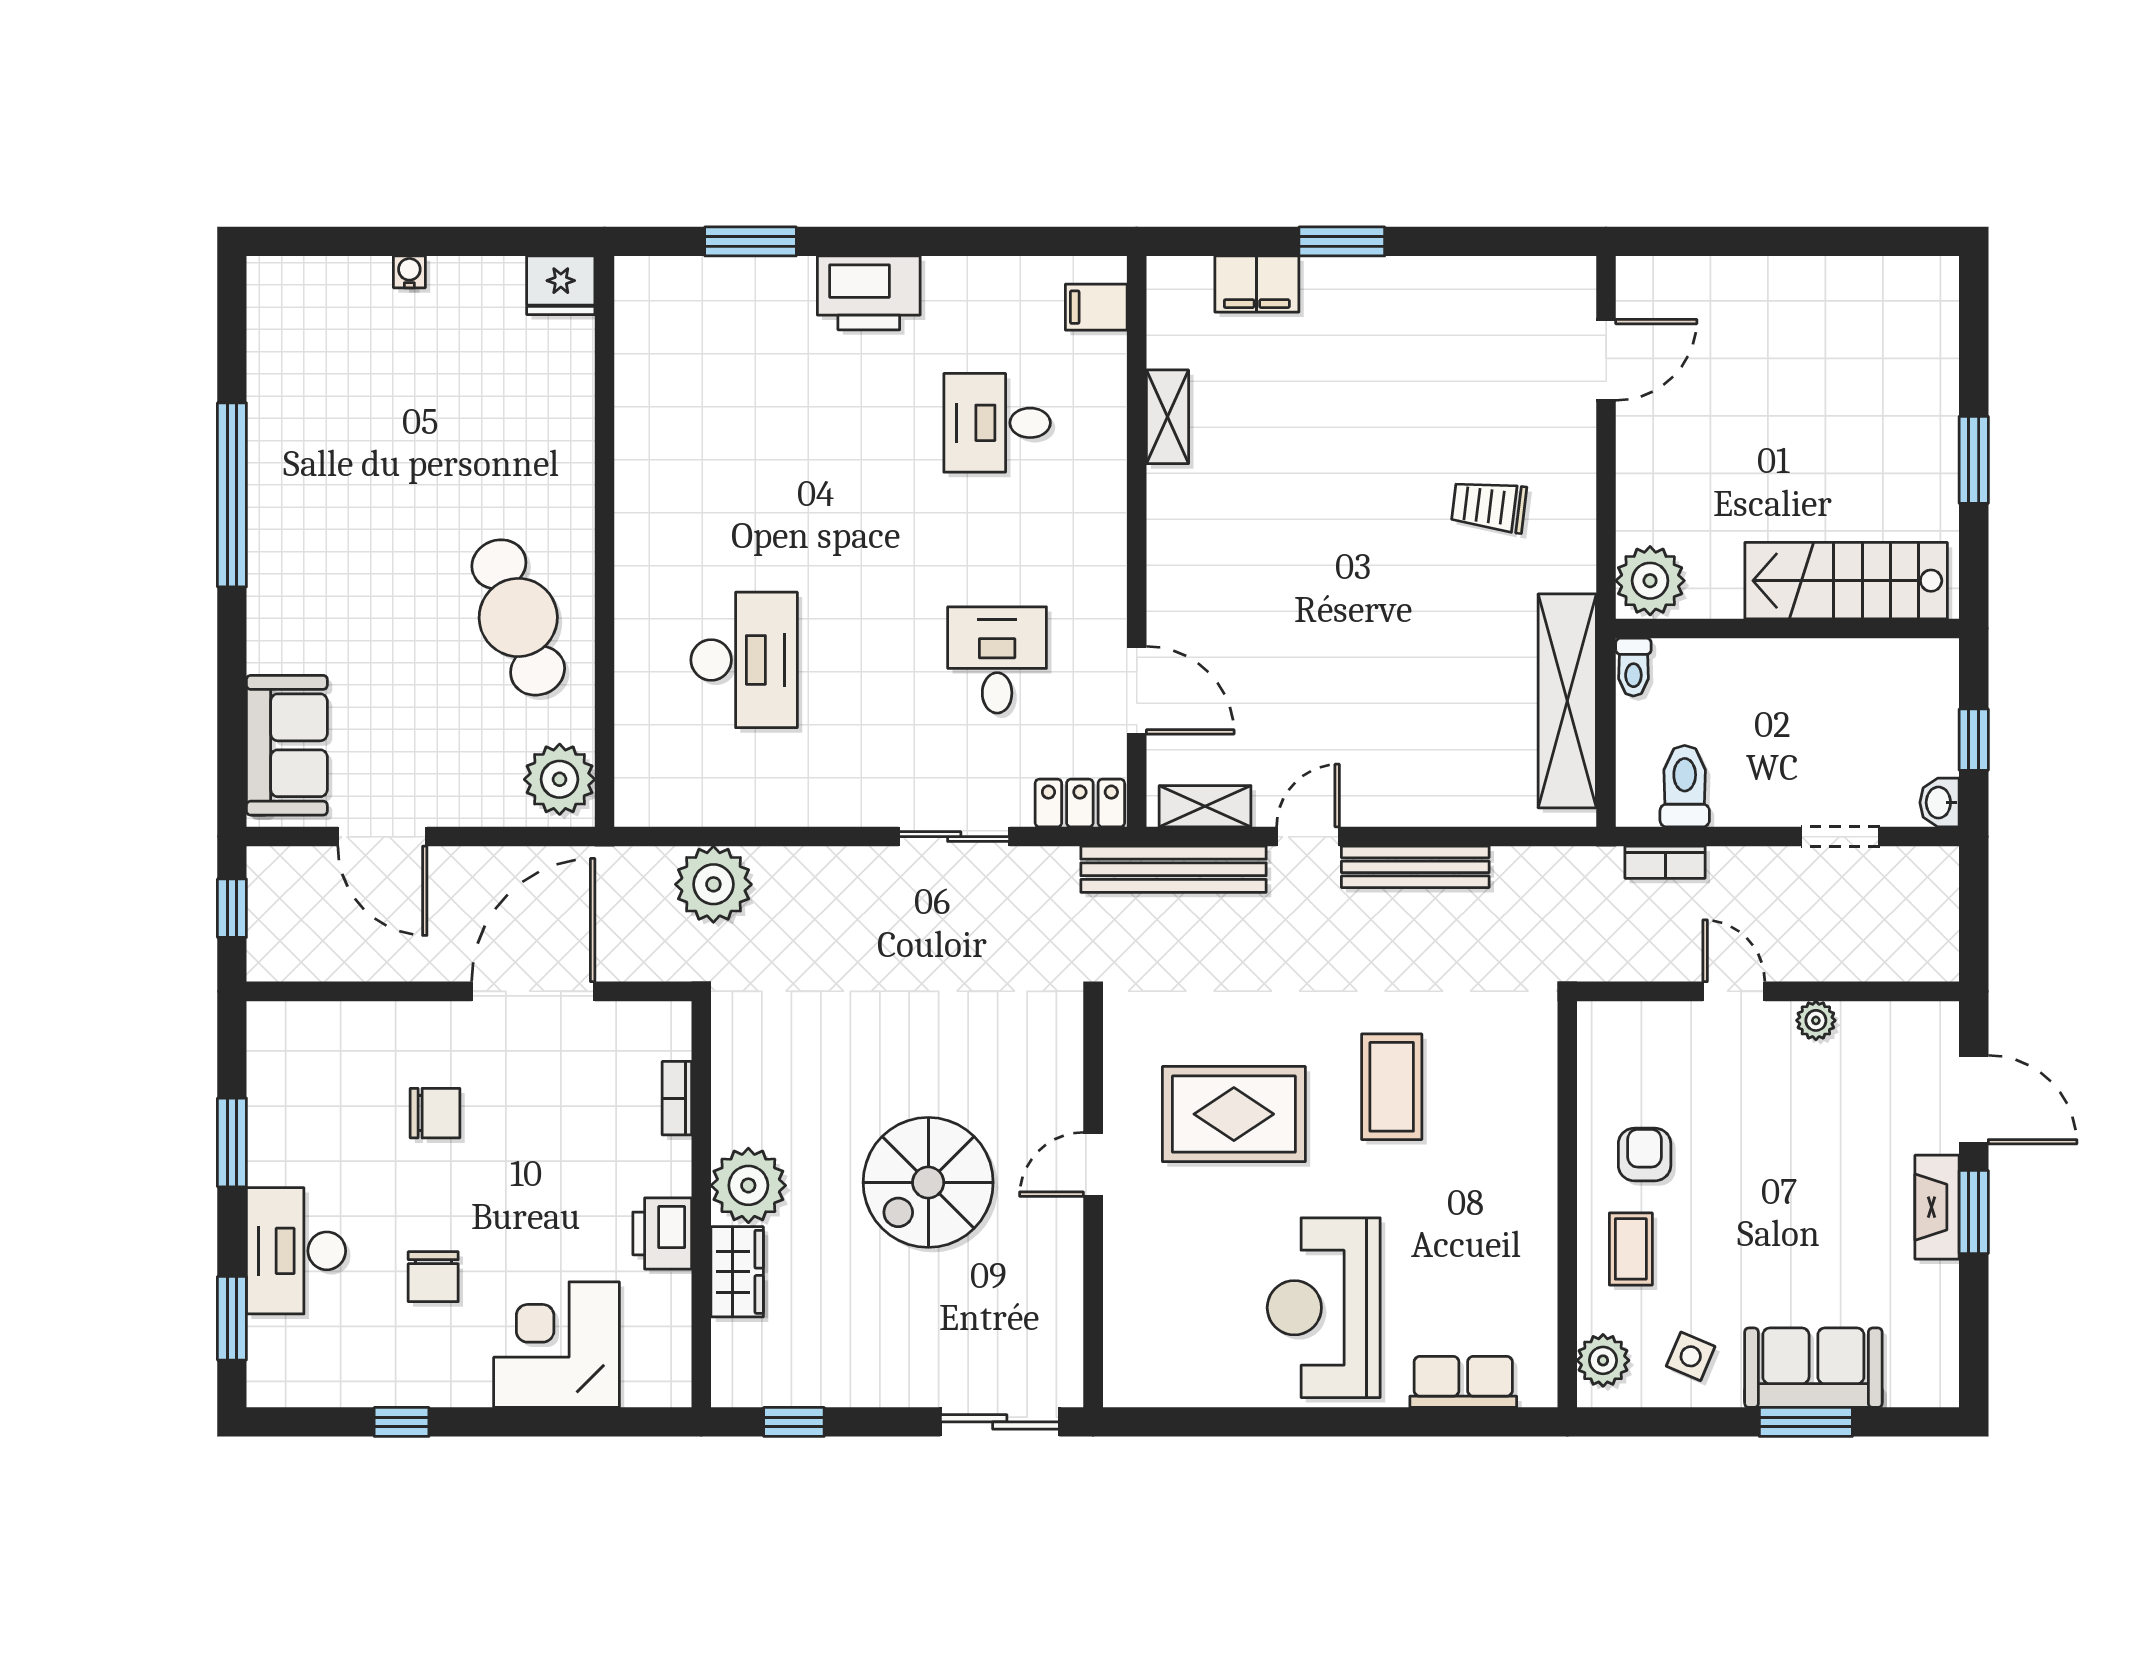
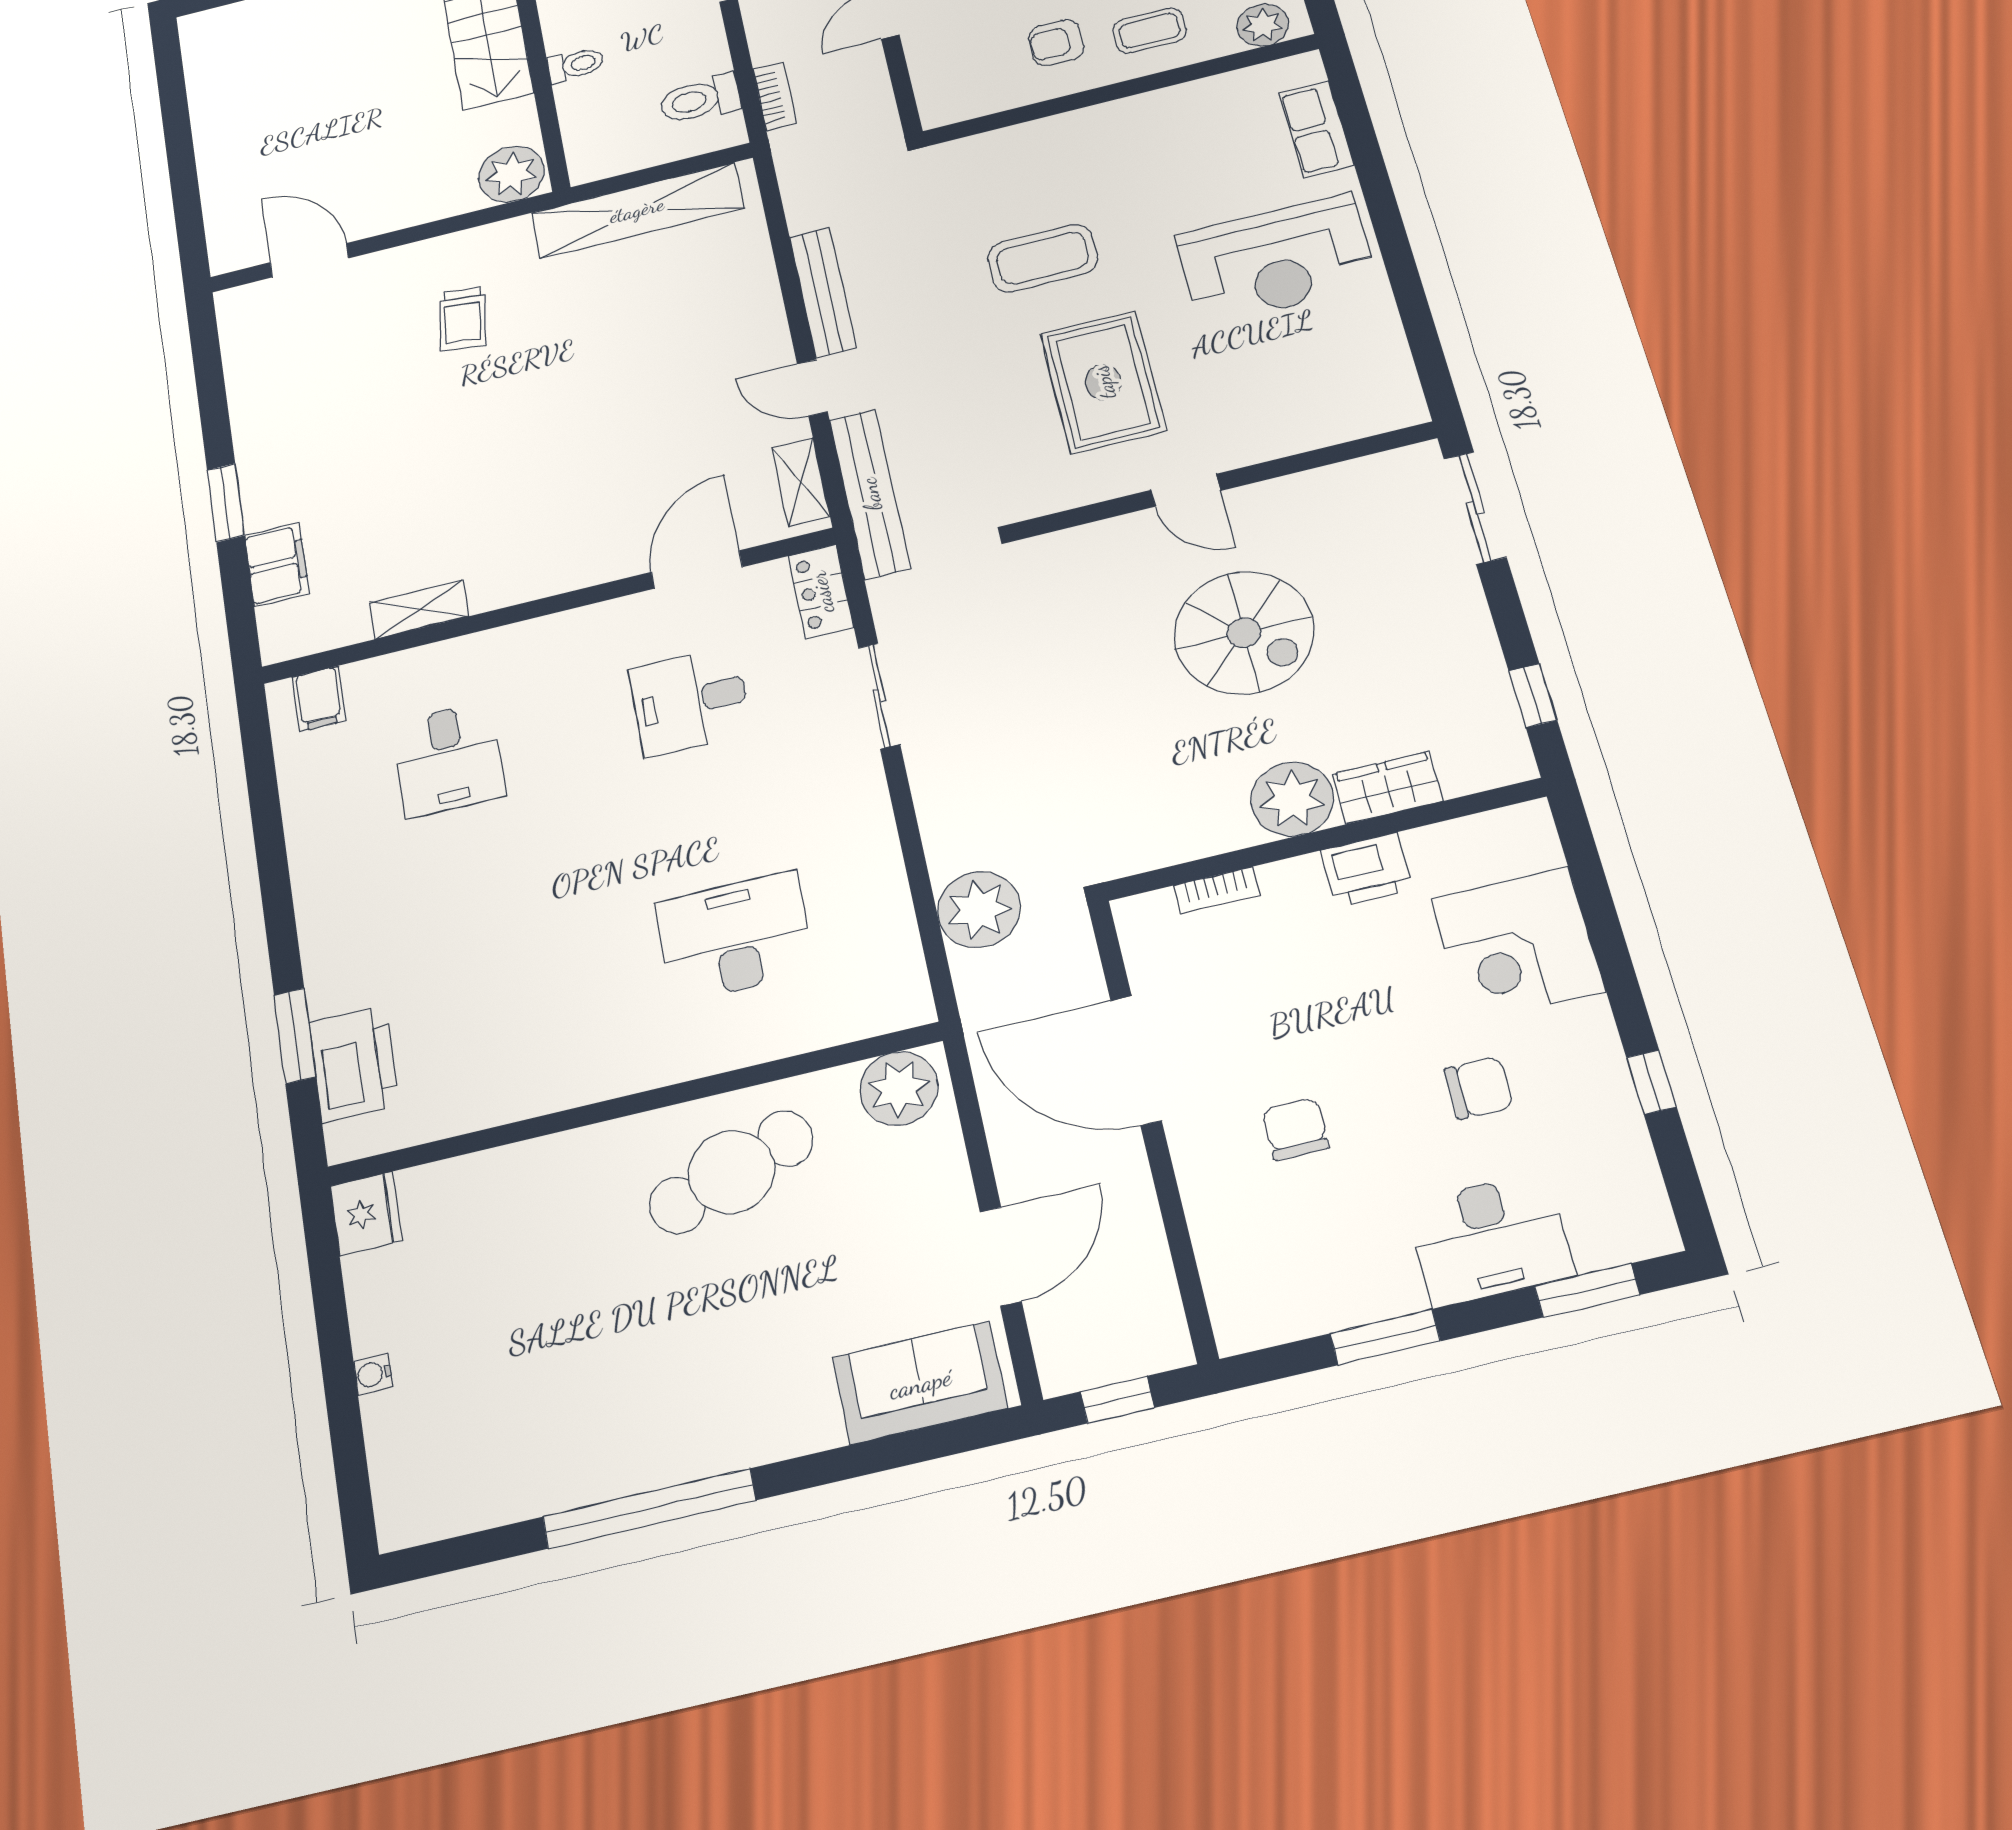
printer: (869, 293) -> (354, 1064), moved
toilet: (1633, 667) -> (576, 65), moved

